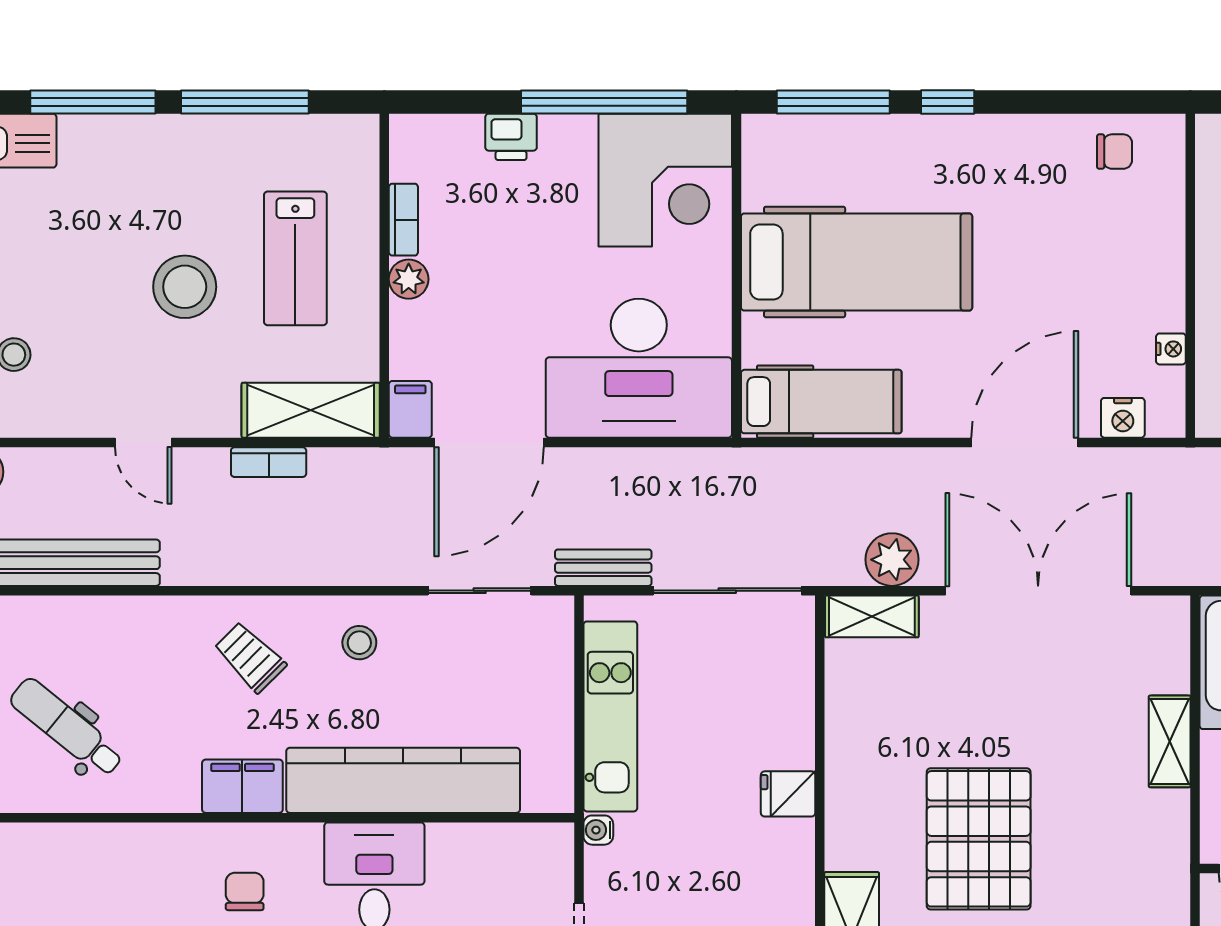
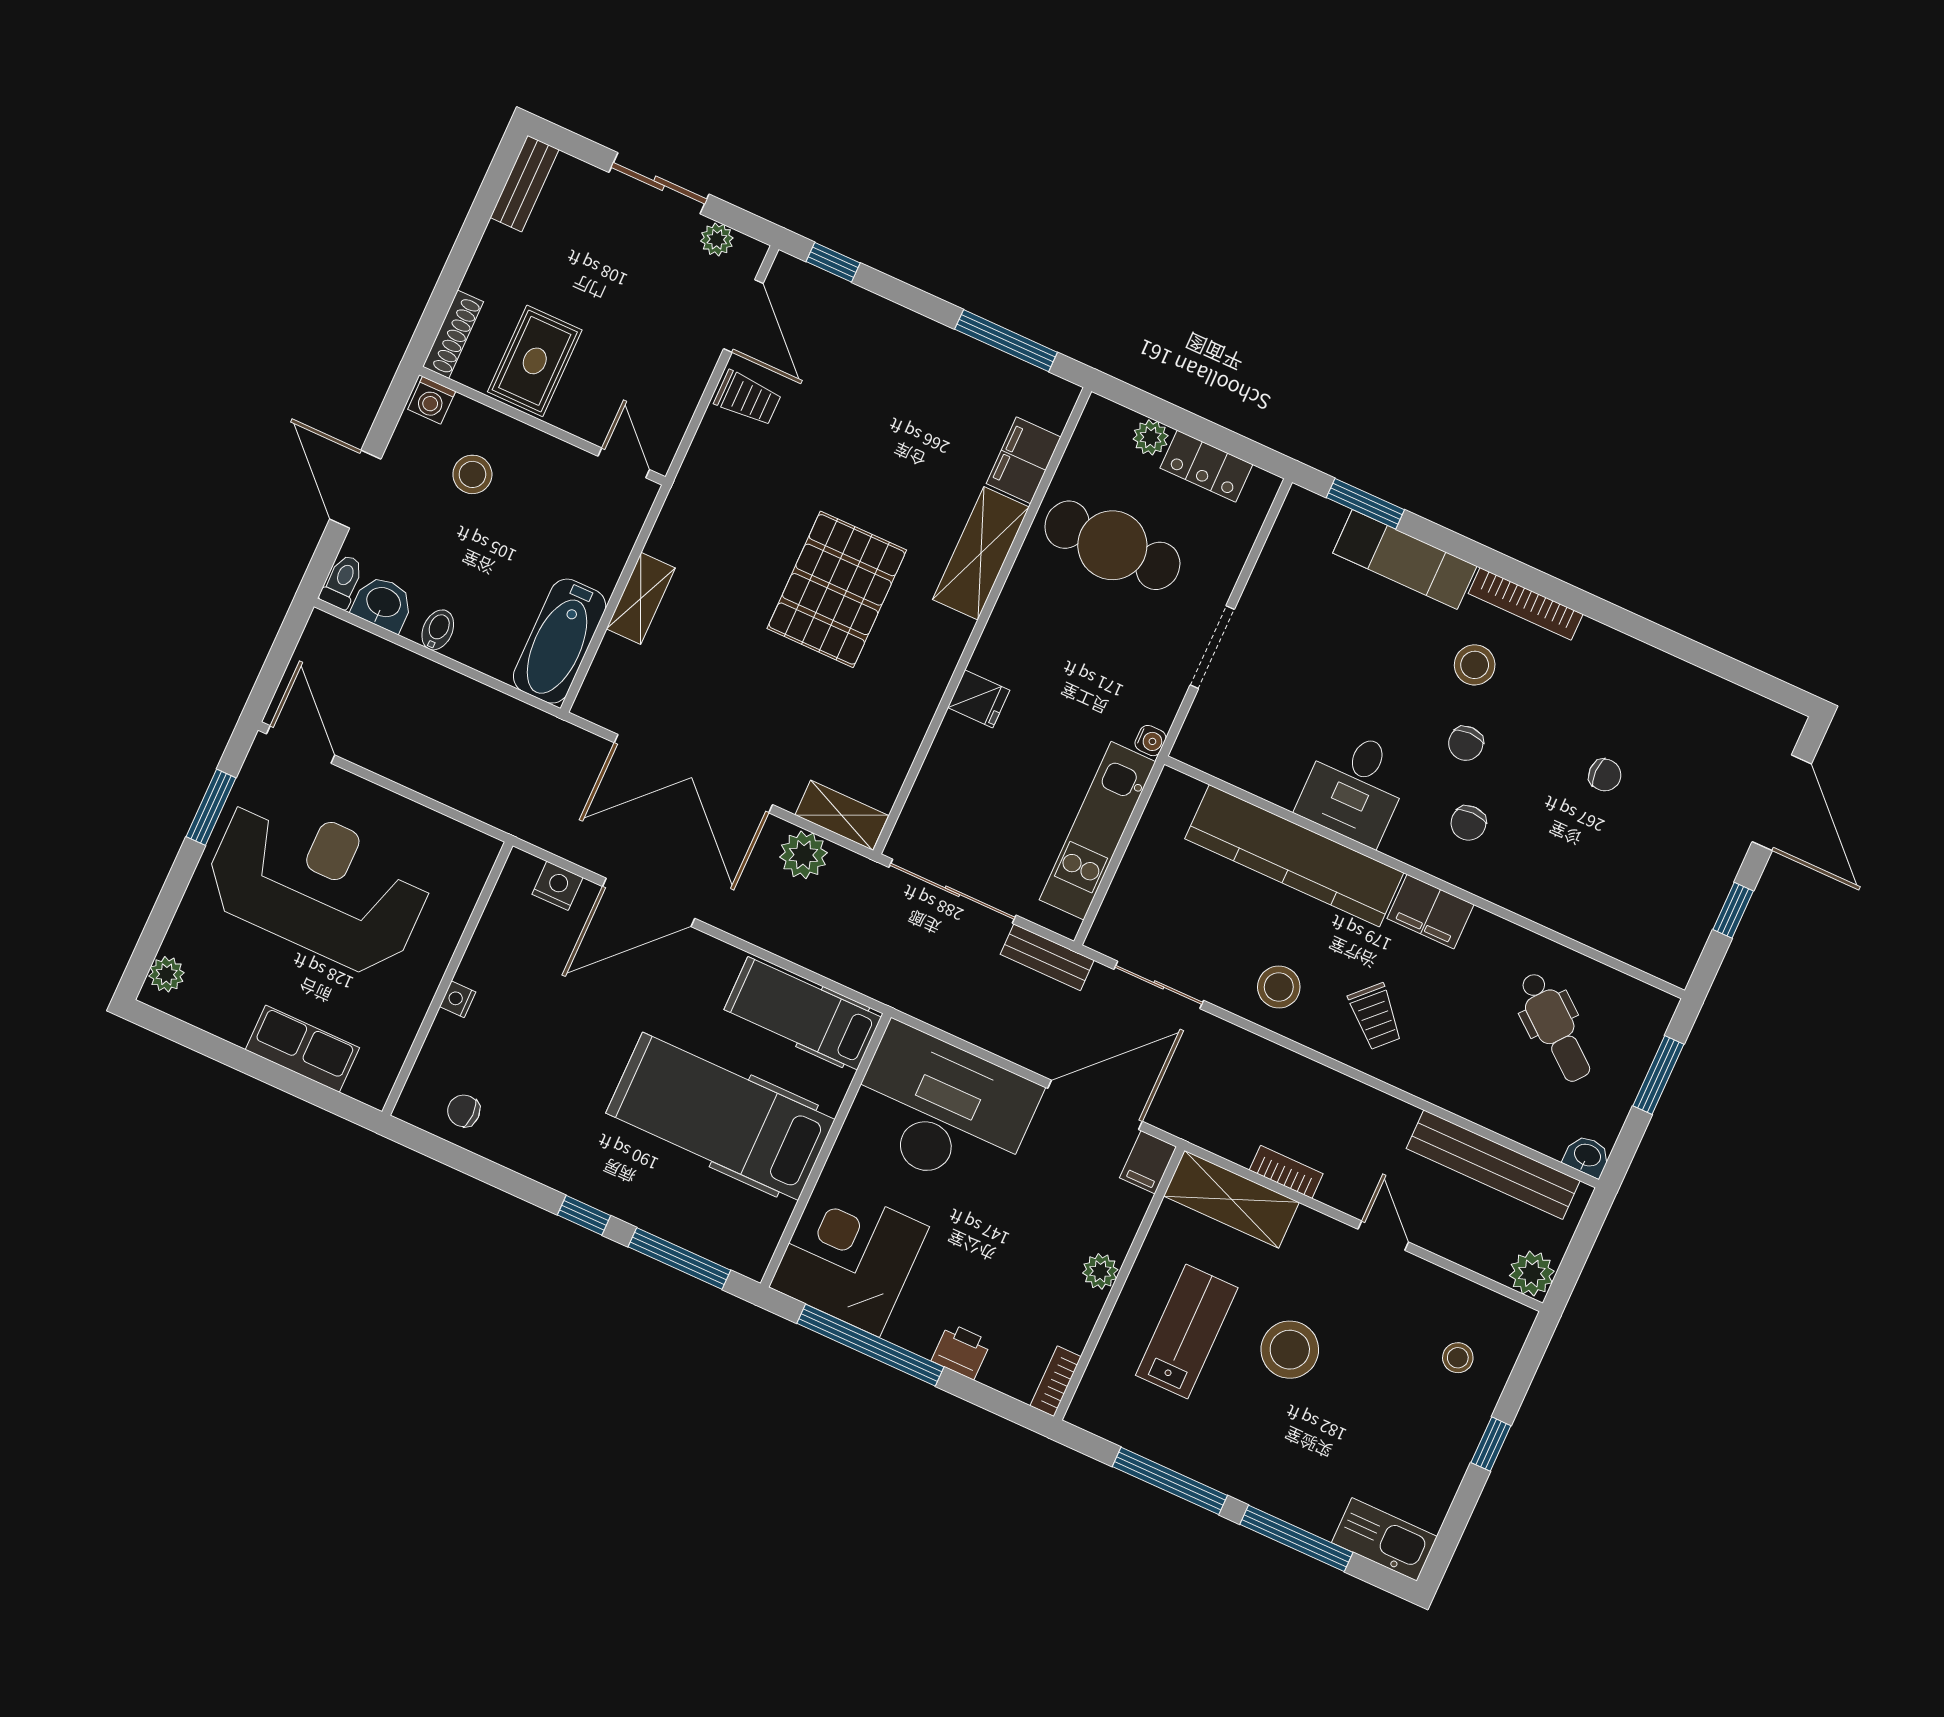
bookcase: (403, 220) -> (1056, 1381), moved
nightstand: (1171, 349) -> (458, 999), moved
stool: (359, 643) -> (1279, 987), width x1.37, depth x1.37

